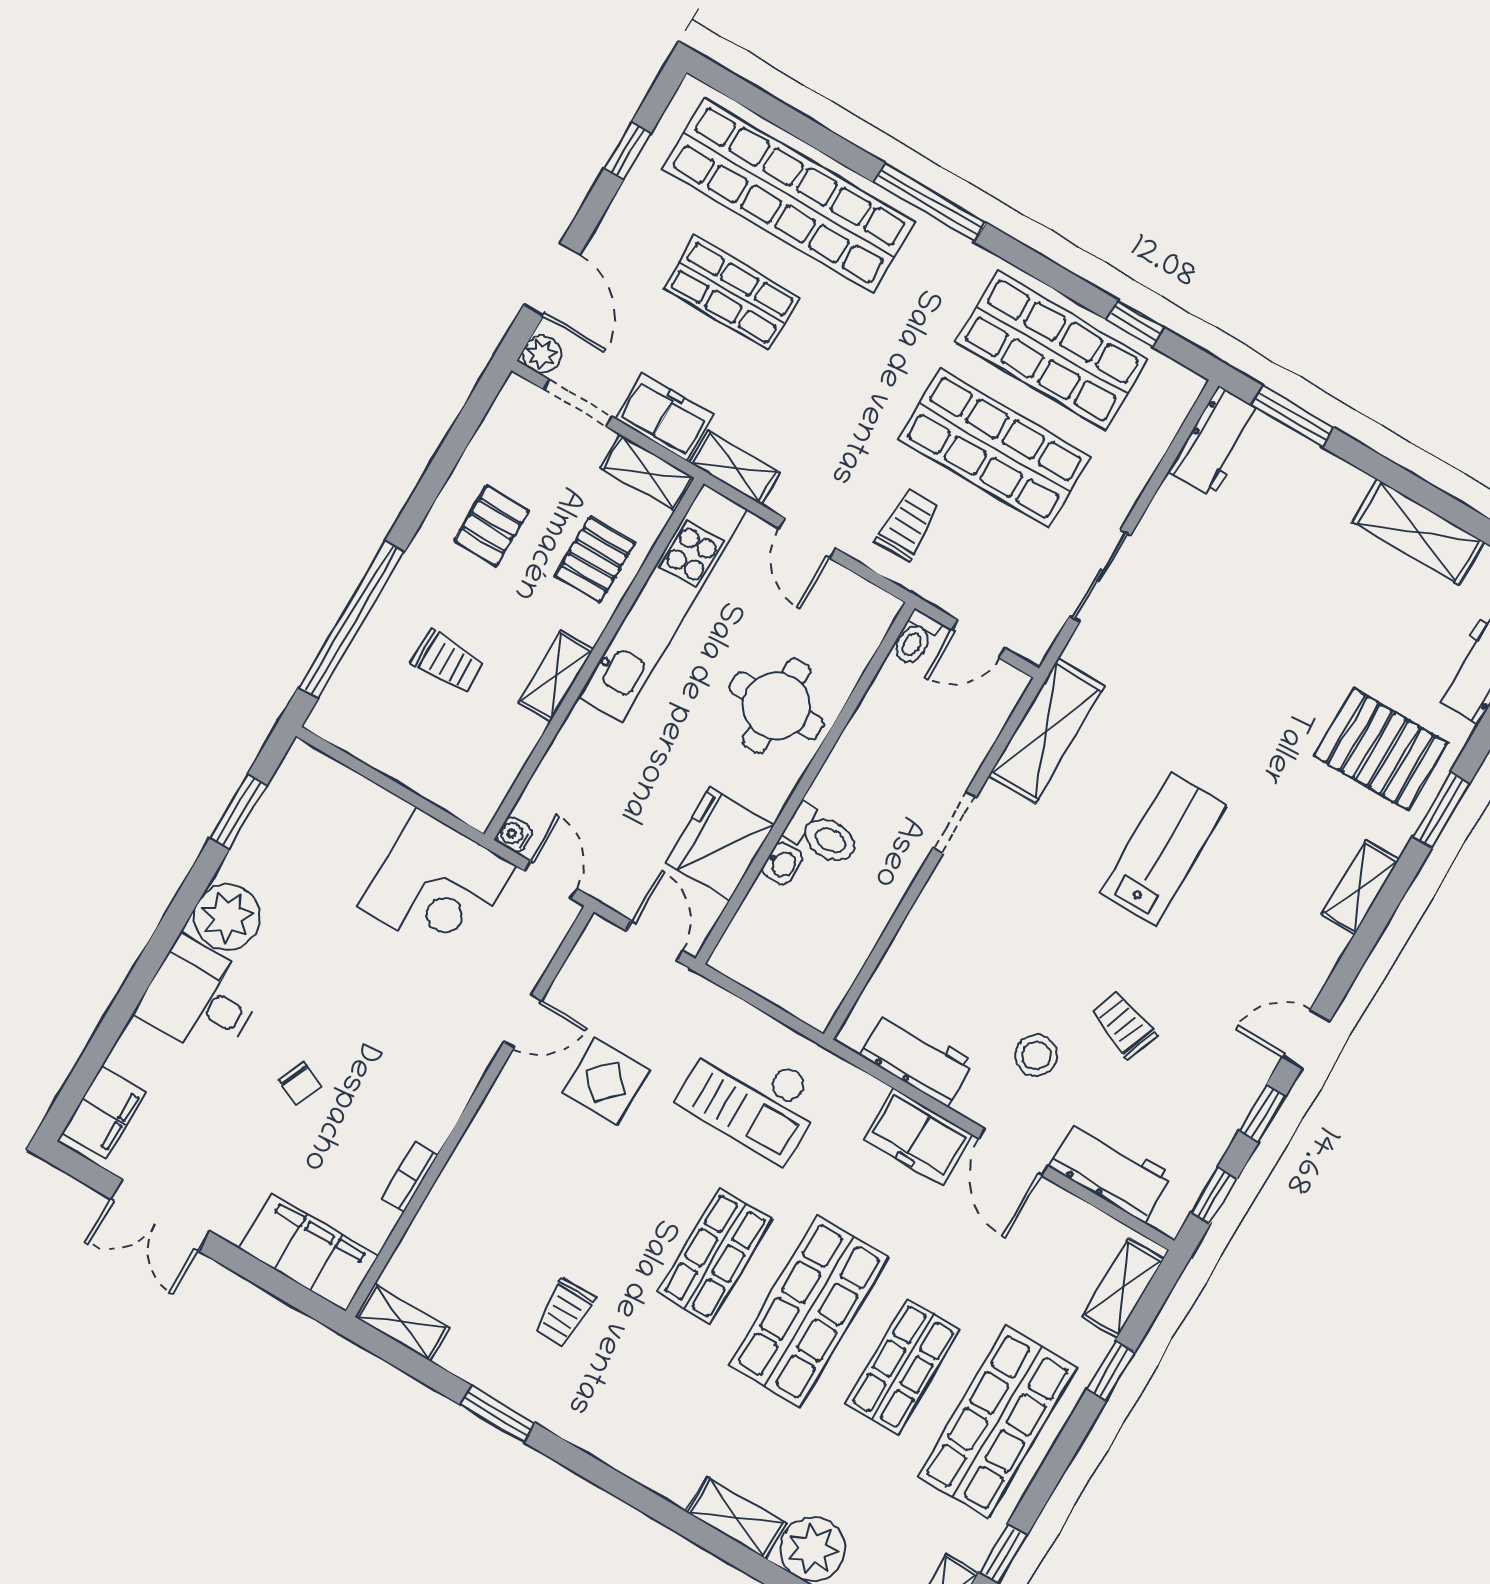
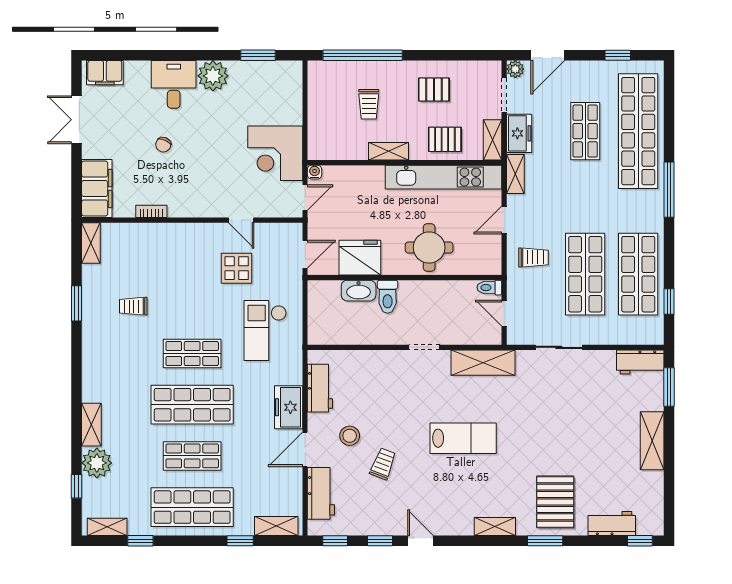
shelving: (1418, 532) -> (652, 441), moved
washbasin: (782, 863) -> (359, 291), width x1.91, depth x1.45

